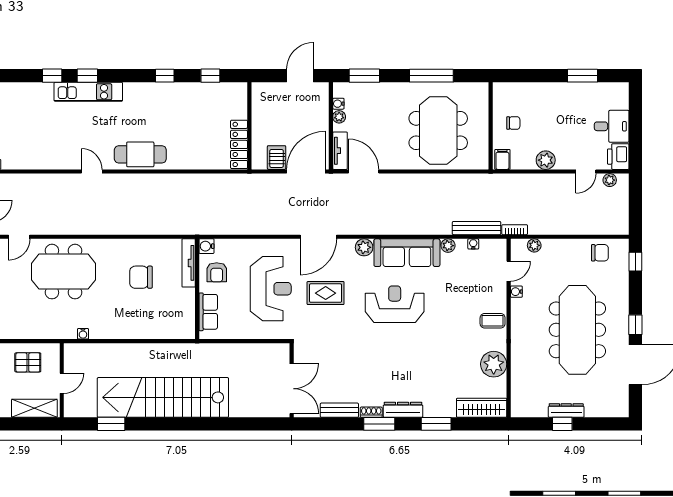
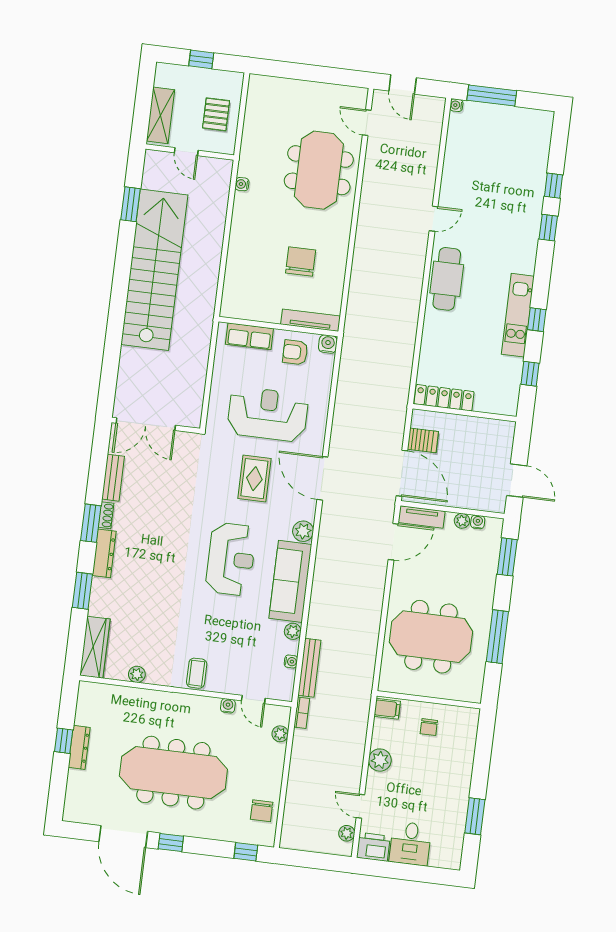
kitchen unit: (88, 92) -> (518, 315), moved
reception desk: (271, 289) -> (268, 414), turned 180
plant: (494, 364) -> (137, 674), width x0.53, depth x0.53

